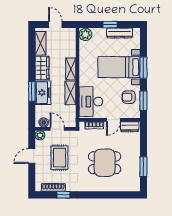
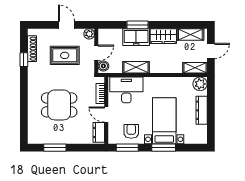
window: (110, 25) -> (211, 111), removed
dresser: (120, 33) -> (202, 110), moved
shelving: (71, 69) -> (195, 68), moved
boiler: (44, 122) -> (103, 66), moved
dining table: (105, 163) -> (59, 105), turned 90

